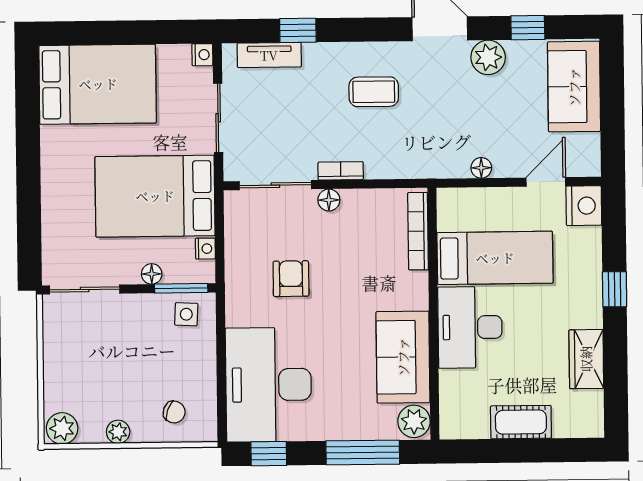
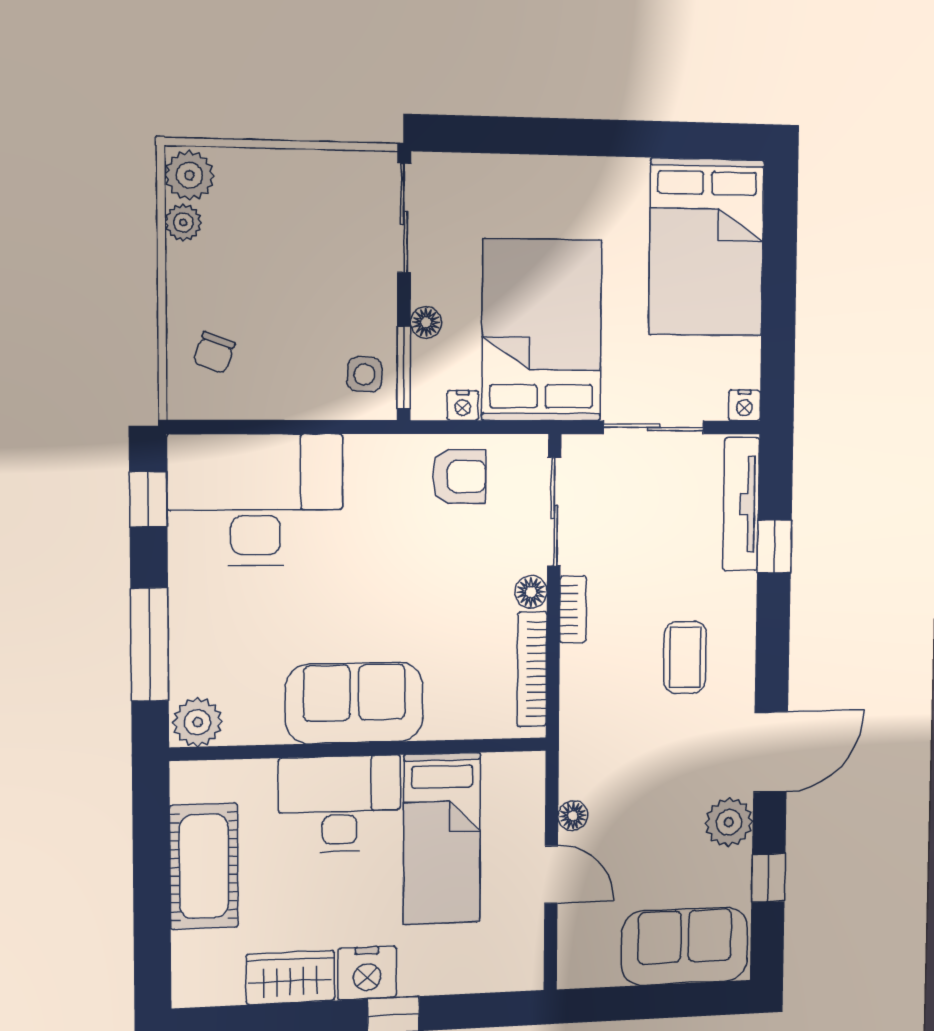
tv unit: (269, 55) -> (741, 504), width x1.41
door: (546, 182) -> (551, 875), moved
nightstand: (584, 206) -> (367, 973), moved
bookcase: (418, 231) -> (532, 669), moved, turned -90
armchair: (291, 279) -> (459, 477), moved
sofa: (403, 357) -> (354, 703), moved
cot: (521, 422) -> (204, 866), width x1.37, depth x1.34
plant: (118, 432) -> (183, 223), moved

